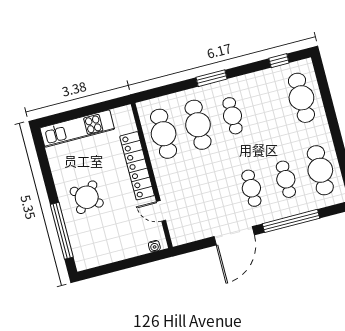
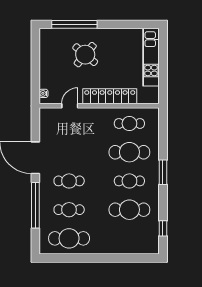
cafe table: (301, 98) -> (129, 210), moved
cafe table: (164, 134) -> (129, 123), width x0.73, depth x0.74
round table: (87, 197) -> (85, 55), moved

